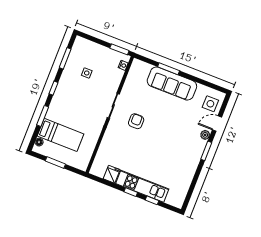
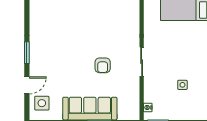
armchair: (136, 121) -> (103, 65), moved
plant: (205, 135) -> (35, 69), removed

